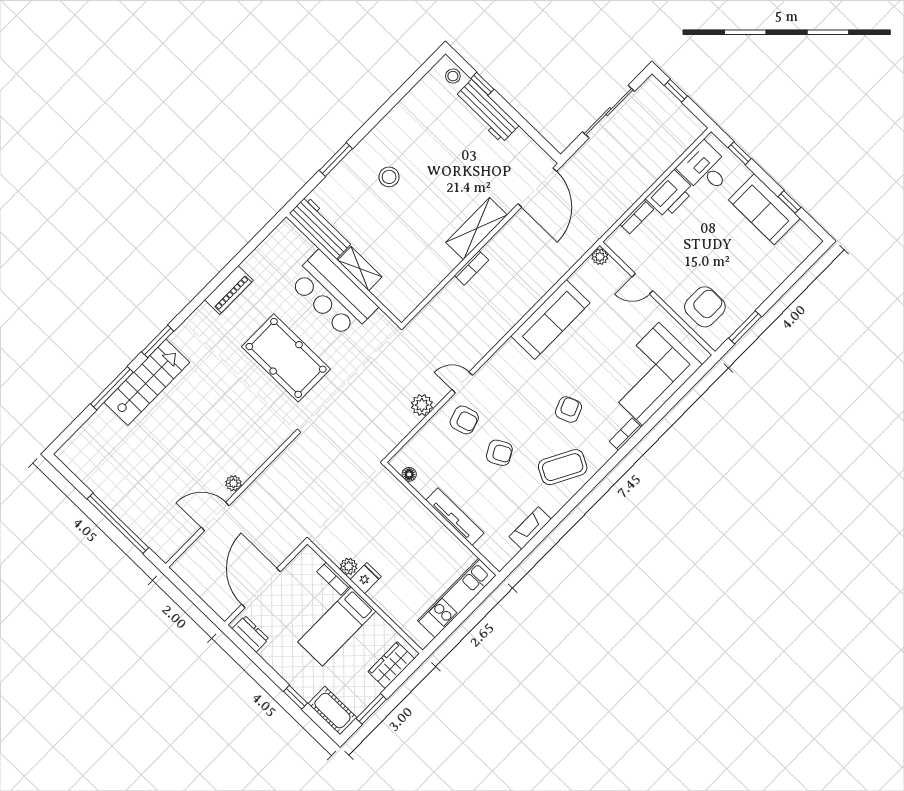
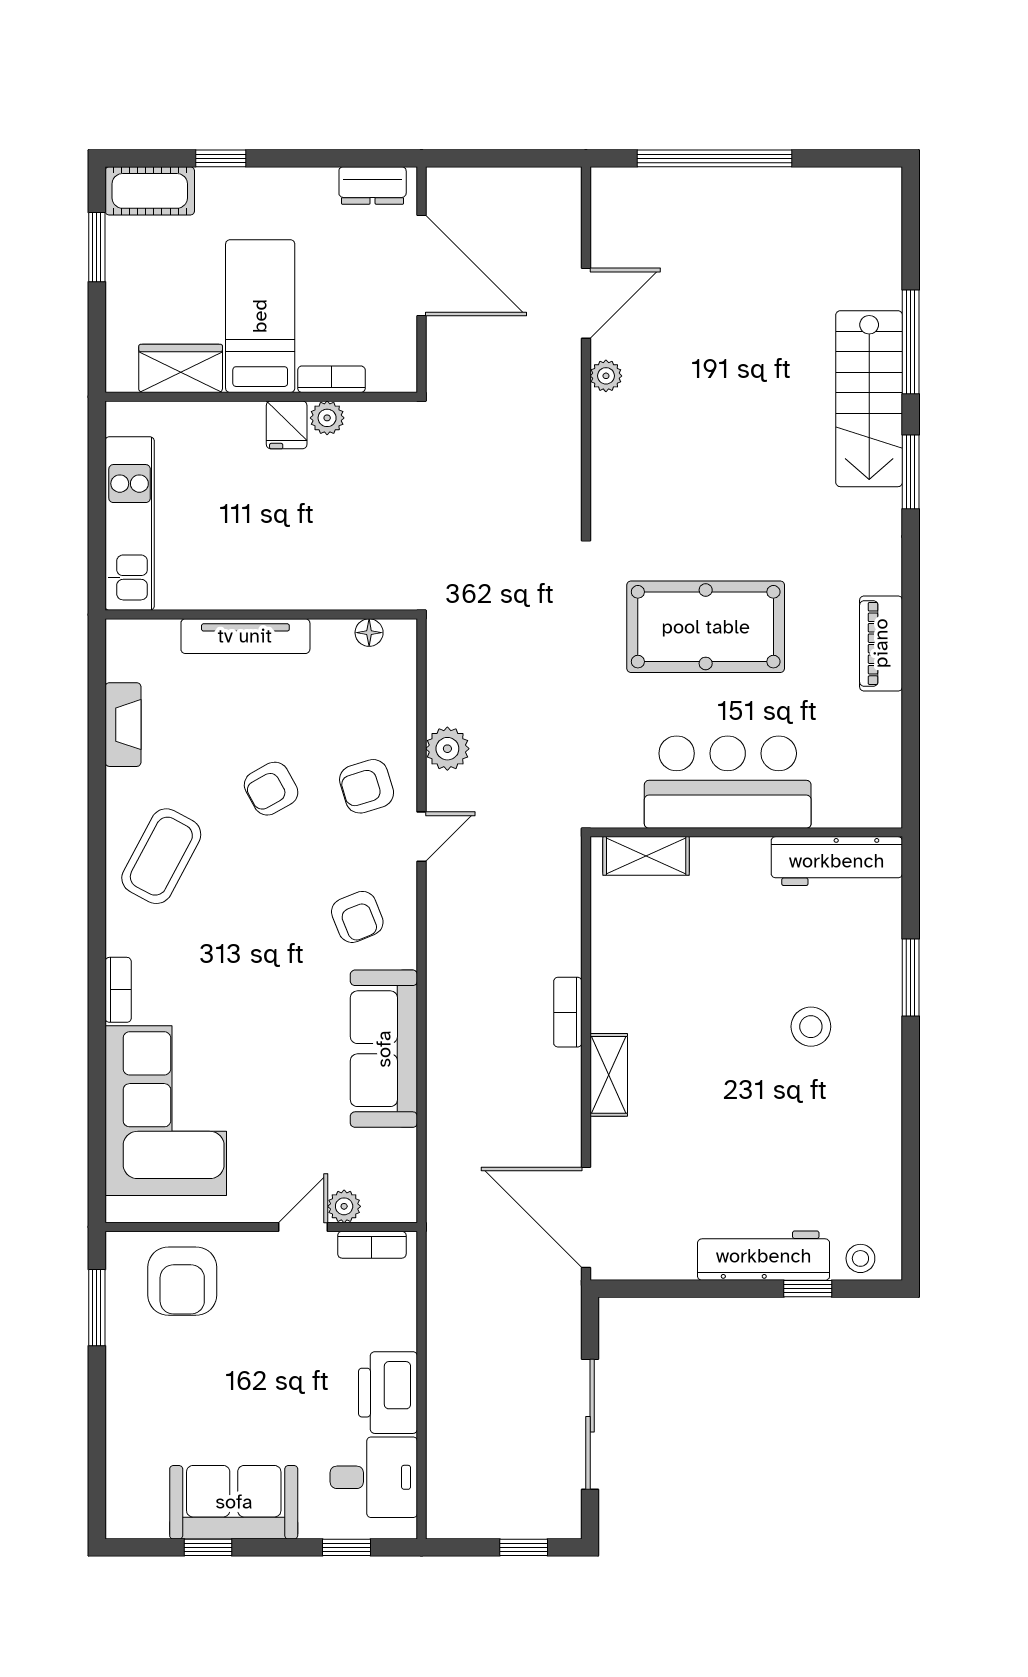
bookcase: (637, 217) -> (372, 1245), moved, turned -90
shelving: (477, 229) -> (609, 1075), width x0.67, depth x0.75
plant: (600, 257) -> (344, 1206), moved
shelving: (360, 269) -> (646, 856), moved
armchair: (569, 410) -> (357, 917), moved
wardrobe: (391, 665) -> (181, 368), moved, turned -90

